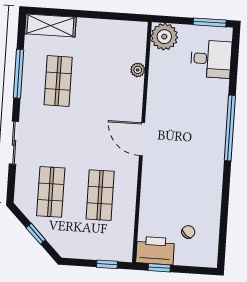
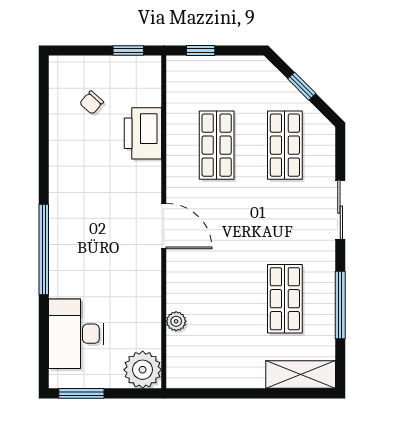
desk: (211, 59) -> (76, 334), width x1.37
printer: (155, 251) -> (143, 133), moved, turned 90

